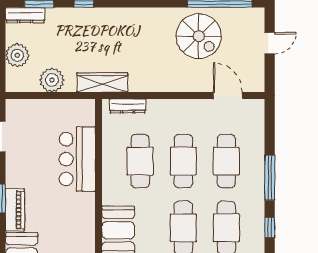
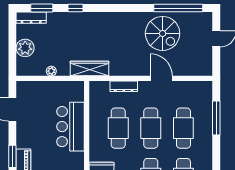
plant: (52, 80) -> (51, 71), width x0.53, depth x0.53
door: (228, 96) -> (161, 78), moved
dresser: (128, 106) -> (124, 86), moved
window: (270, 178) -> (216, 118), moved

